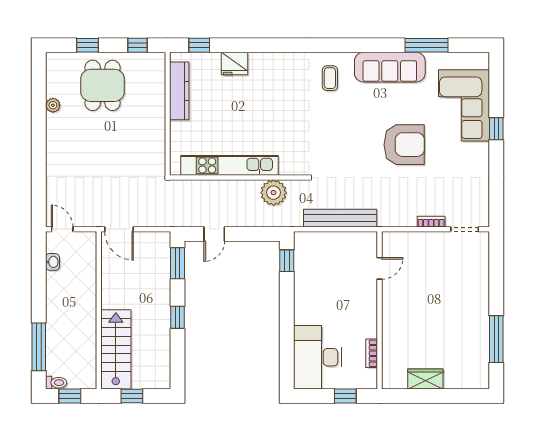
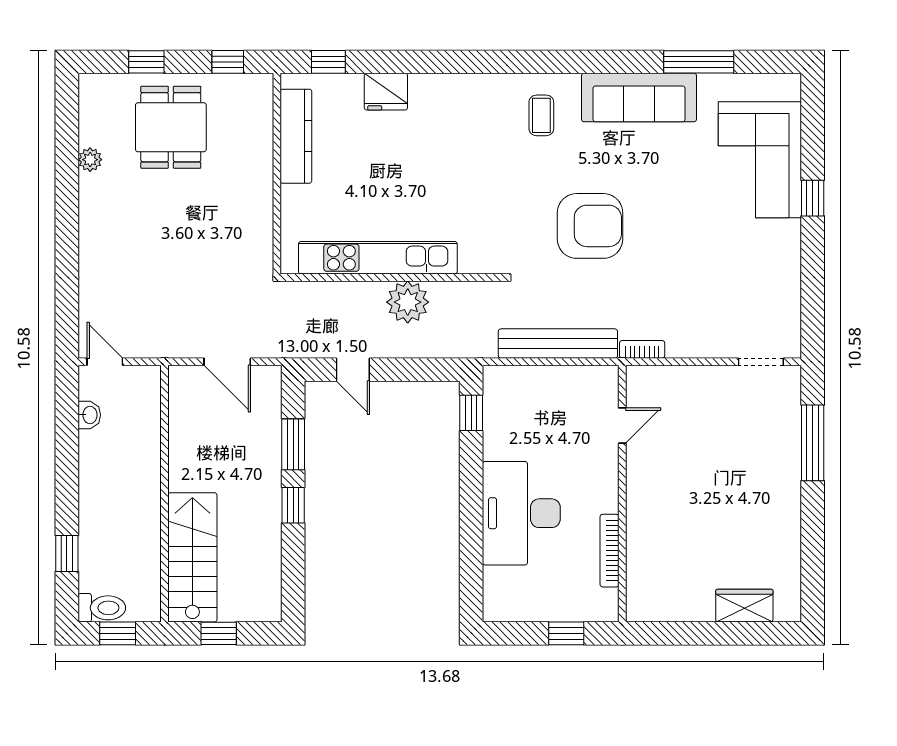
armchair: (404, 145) -> (590, 226), moved
plant: (274, 193) -> (408, 302), moved
bookcase: (431, 222) -> (642, 349), moved
door: (119, 229) -> (227, 362), moved
door: (214, 234) -> (353, 370), hinge flipped
window: (178, 263) -> (293, 444), moved
window: (496, 339) -> (813, 443), moved
window: (39, 347) -> (67, 553), width x0.46
bookcase: (372, 353) -> (610, 551), width x1.56
desk: (318, 357) -> (521, 513), moved
wardrobe: (425, 379) -> (744, 606), moved
toilet: (56, 383) -> (102, 608), width x1.37, depth x1.39

